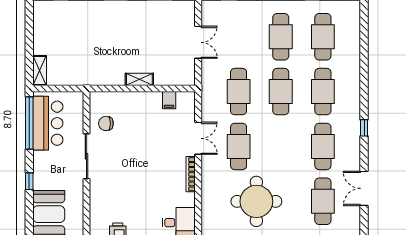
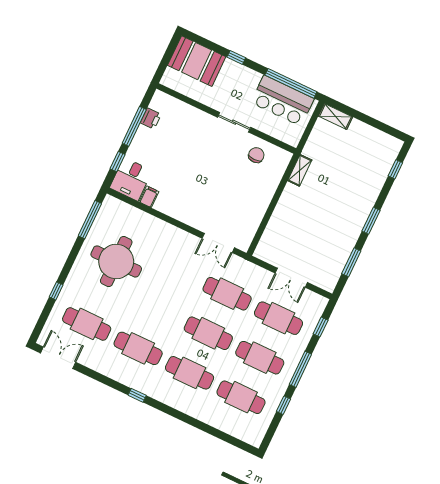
shelving: (139, 79) -> (300, 170), moved
filing cabinet: (169, 100) -> (149, 197), moved, turned 90
double door: (198, 138) -> (218, 243), moved
cafe table: (239, 146) -> (279, 318), moved
sliding door: (86, 156) -> (234, 122), width x0.73
bookcase: (191, 174) -> (171, 212), removed
double door: (364, 188) -> (58, 358), moved

